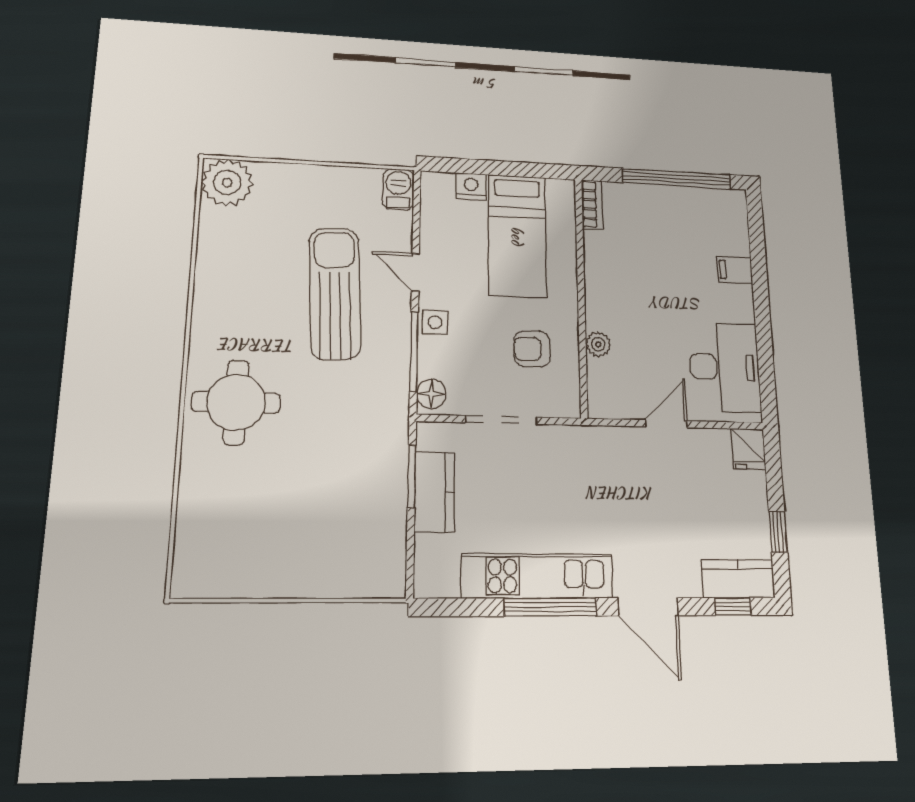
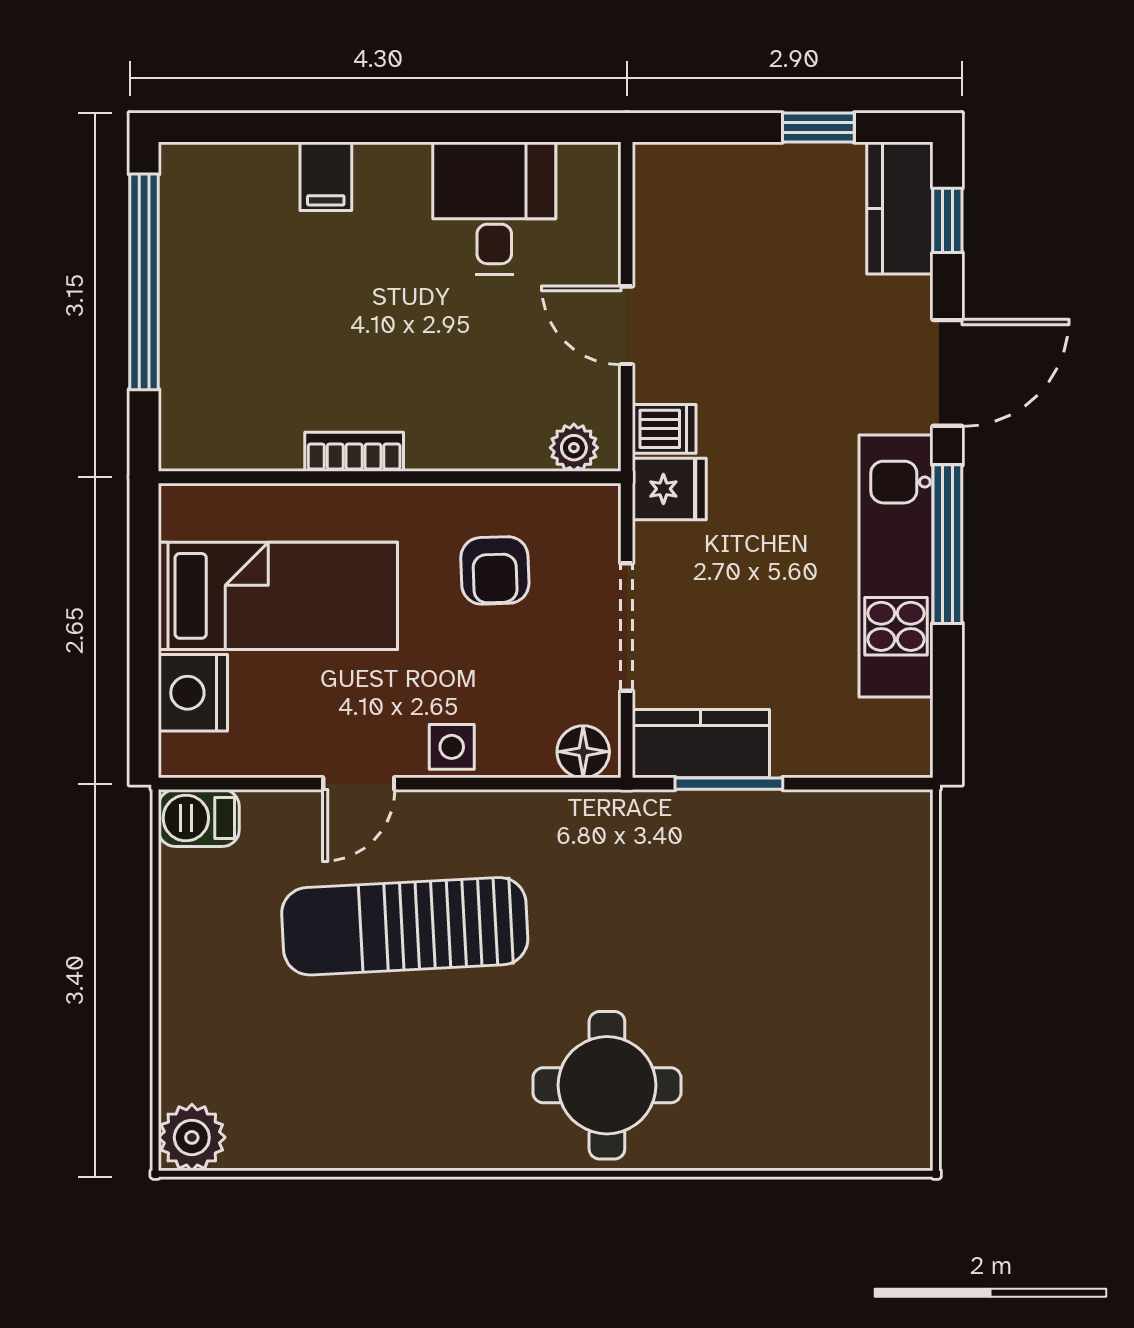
plant: (227, 183) -> (192, 1137), width x0.73, depth x0.73
nightstand: (471, 186) -> (193, 693), width x1.36, depth x1.33
bookcase: (592, 205) -> (354, 452), moved
plant: (598, 344) -> (574, 448), moved
window: (414, 351) -> (507, 784), removed
desk: (725, 367) -> (494, 208), width x0.73
dishwasher: (611, 443) -> (664, 429), added
fridge: (748, 449) -> (669, 489), moved
kitchen counter: (435, 492) -> (701, 744), moved

